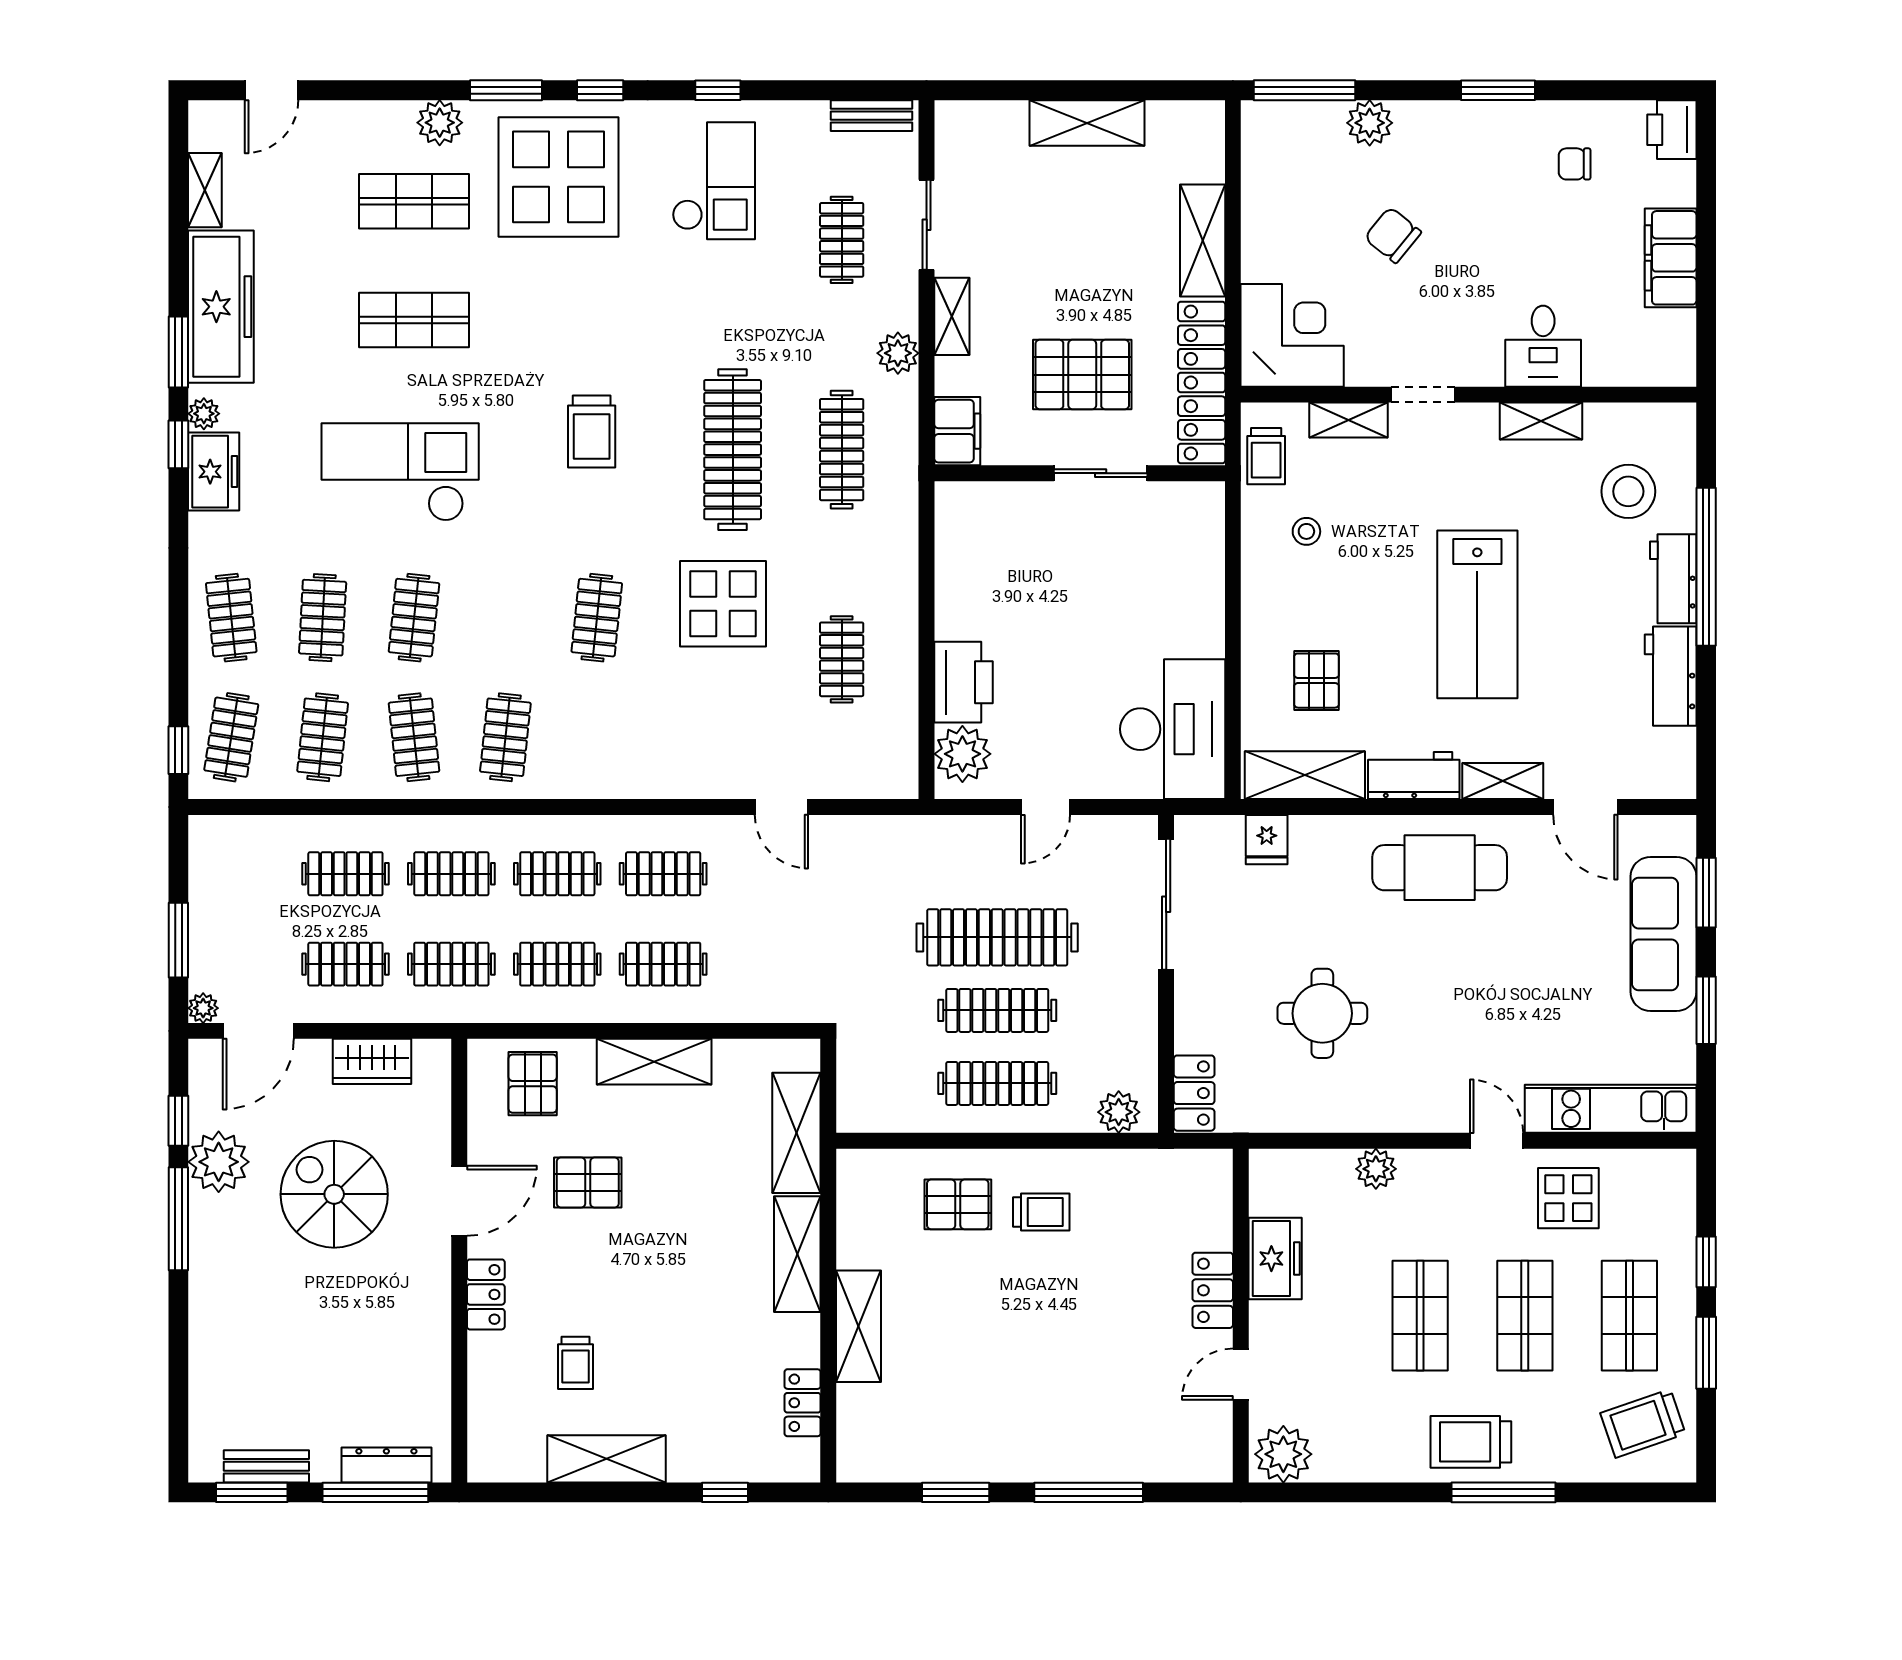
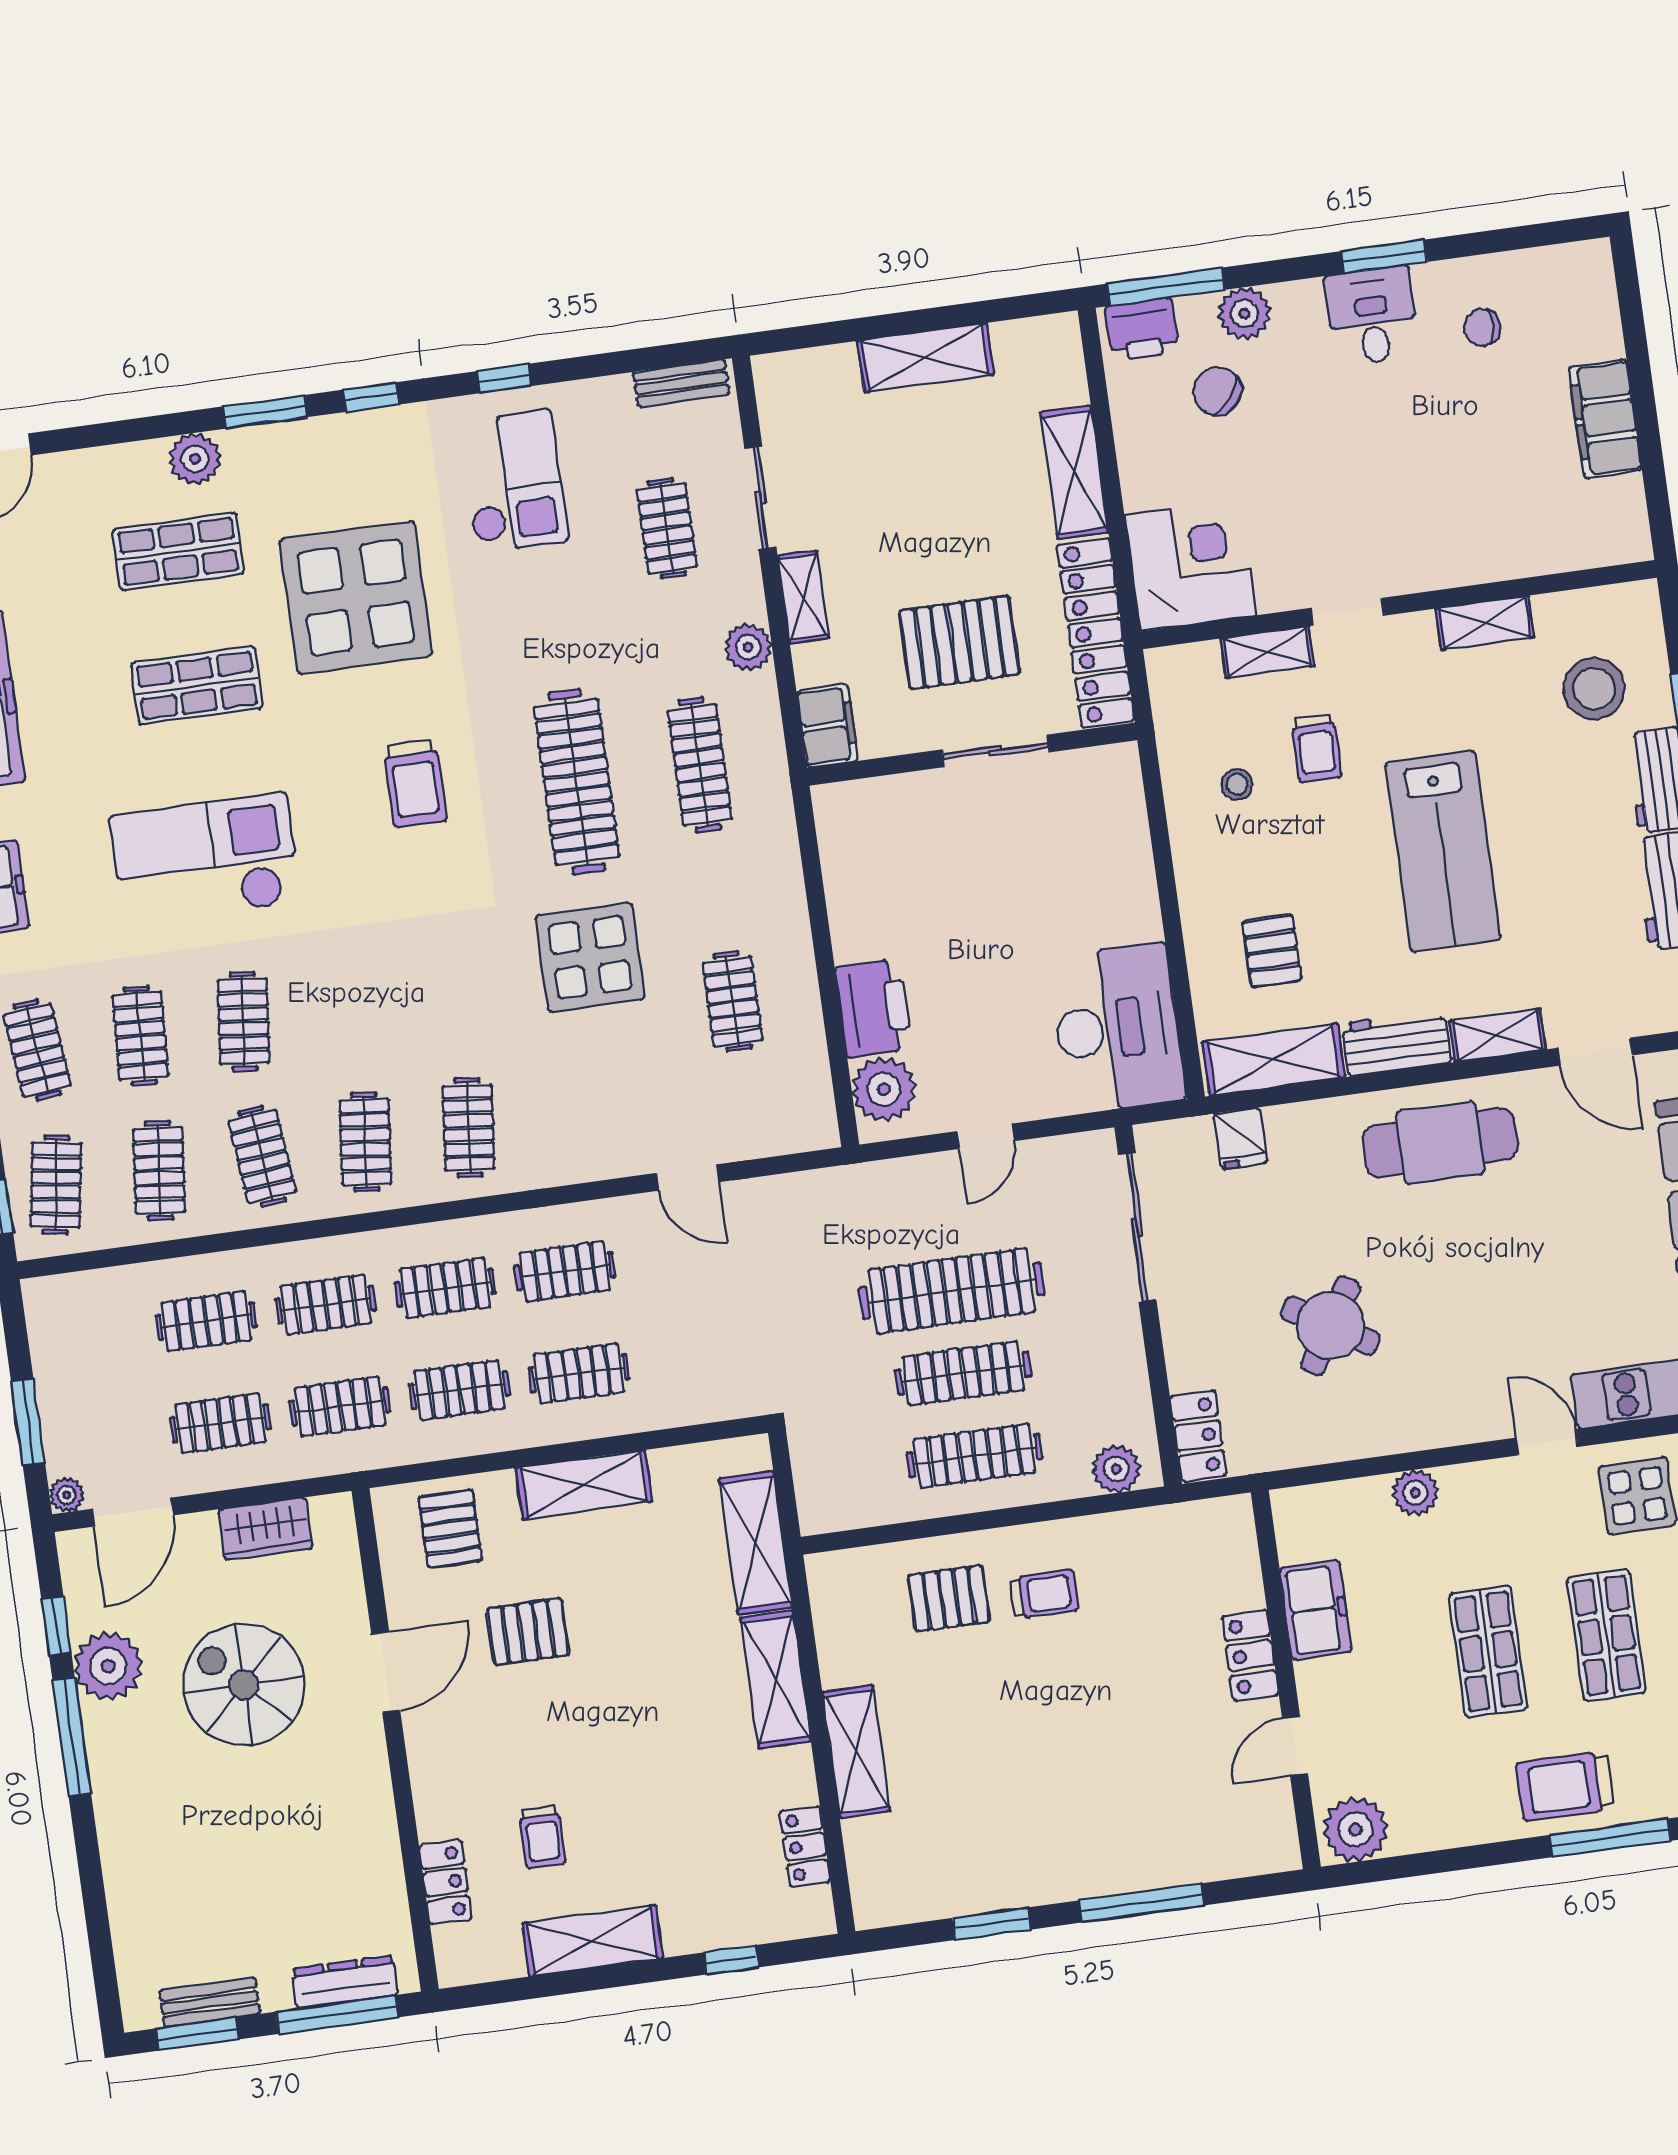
printer: (1672, 130) -> (1142, 329), moved, turned -90
display table: (559, 177) -> (356, 598), moved
chair: (1393, 235) -> (1217, 391), moved
desk: (1543, 346) -> (1372, 316), moved, turned 180
trolley: (1266, 456) -> (1316, 748), moved
clothes rail: (597, 618) -> (468, 1128), moved
round table: (1322, 1013) -> (1330, 1326), turned 31
locker: (486, 1294) -> (446, 1882), moved

